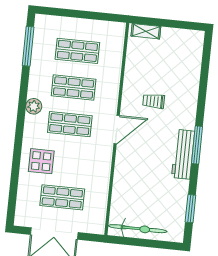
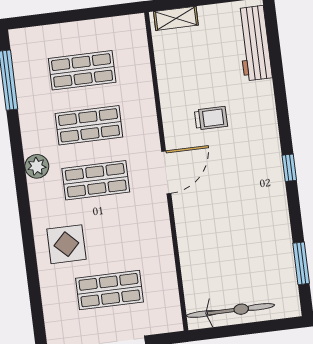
trolley: (154, 101) -> (211, 118), turned 180
window: (197, 145) -> (289, 168), width x0.46
workbench: (183, 154) -> (254, 43), moved

